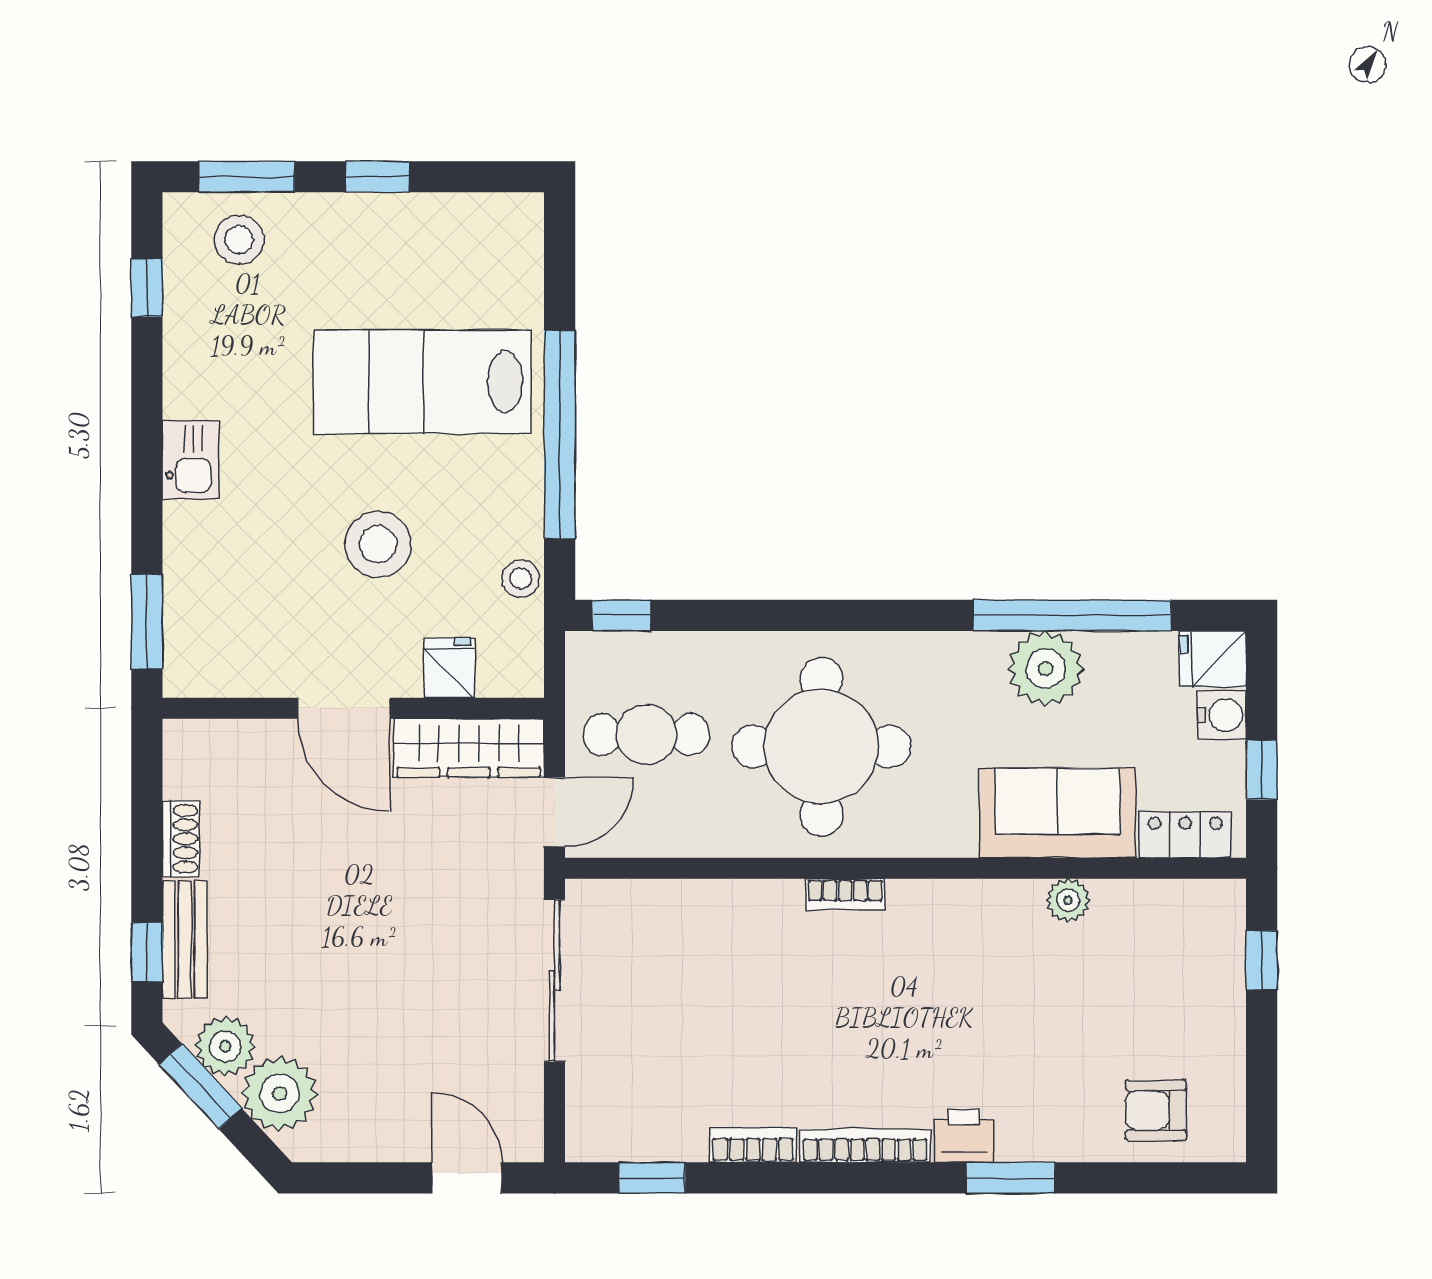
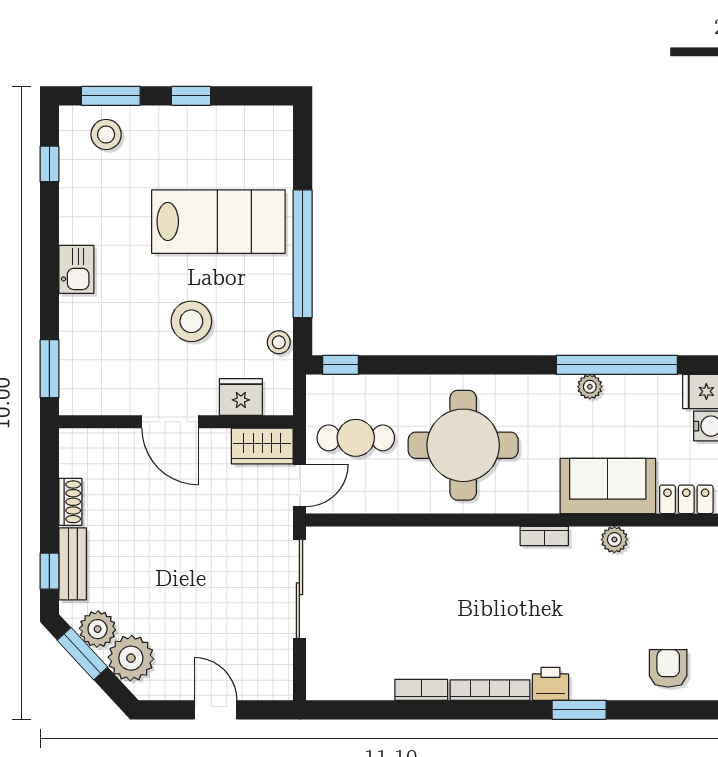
lab bench: (422, 382) -> (218, 222), turned 180
fridge: (449, 668) -> (241, 397), width x1.38
plant: (1046, 669) -> (590, 387), width x0.53, depth x0.53
wardrobe: (469, 748) -> (262, 446), width x0.67
bookcase: (845, 894) -> (544, 536), moved
armchair: (1156, 1110) -> (668, 668), turned 90
door: (467, 1178) -> (215, 710), moved
window: (652, 1178) -> (359, 710), removed

